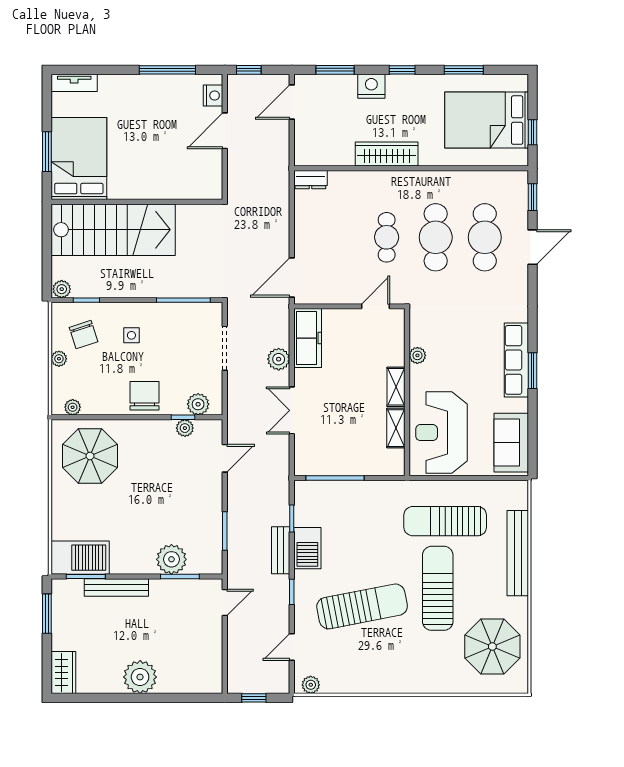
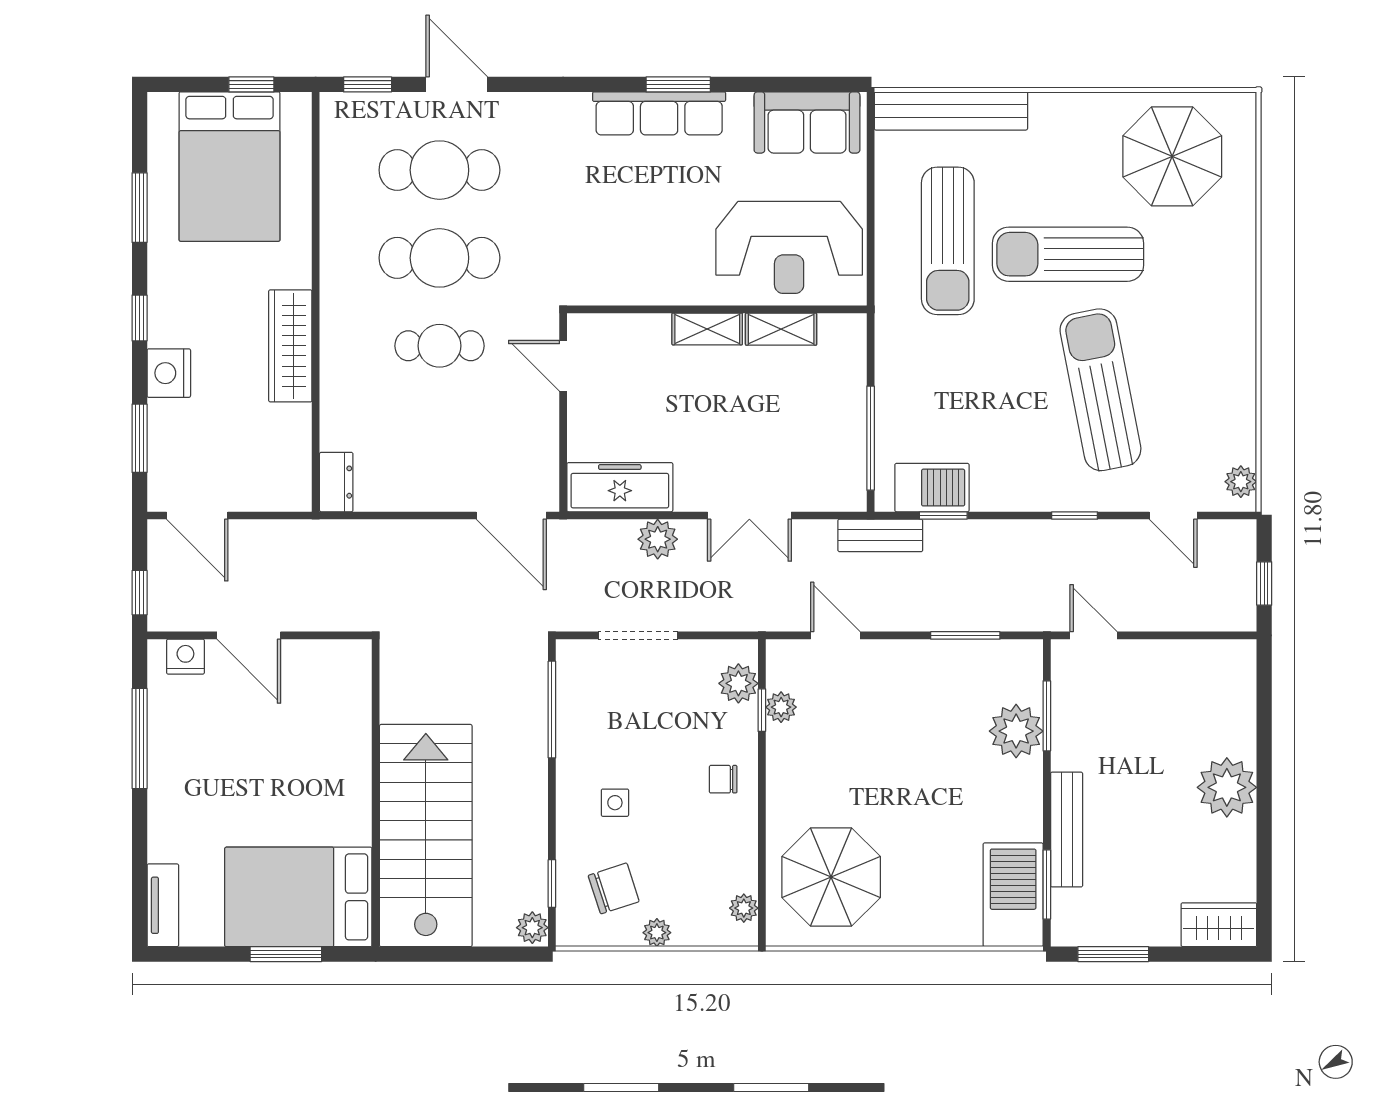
plant: (417, 355) -> (651, 291), removed
chair: (145, 396) -> (723, 779), width x0.54, depth x0.54
barbecue: (307, 548) -> (932, 488), moved
bench: (281, 550) -> (880, 535), moved
bench: (518, 553) -> (951, 111), moved

